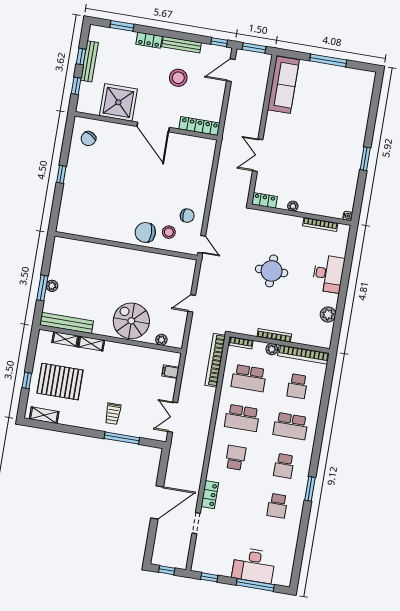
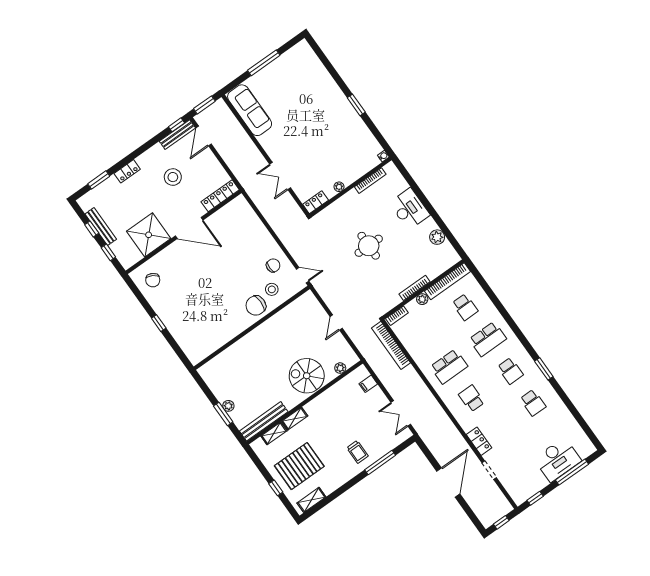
bench: (181, 45) -> (177, 135), moved
school desk: (249, 378) -> (426, 335), removed

